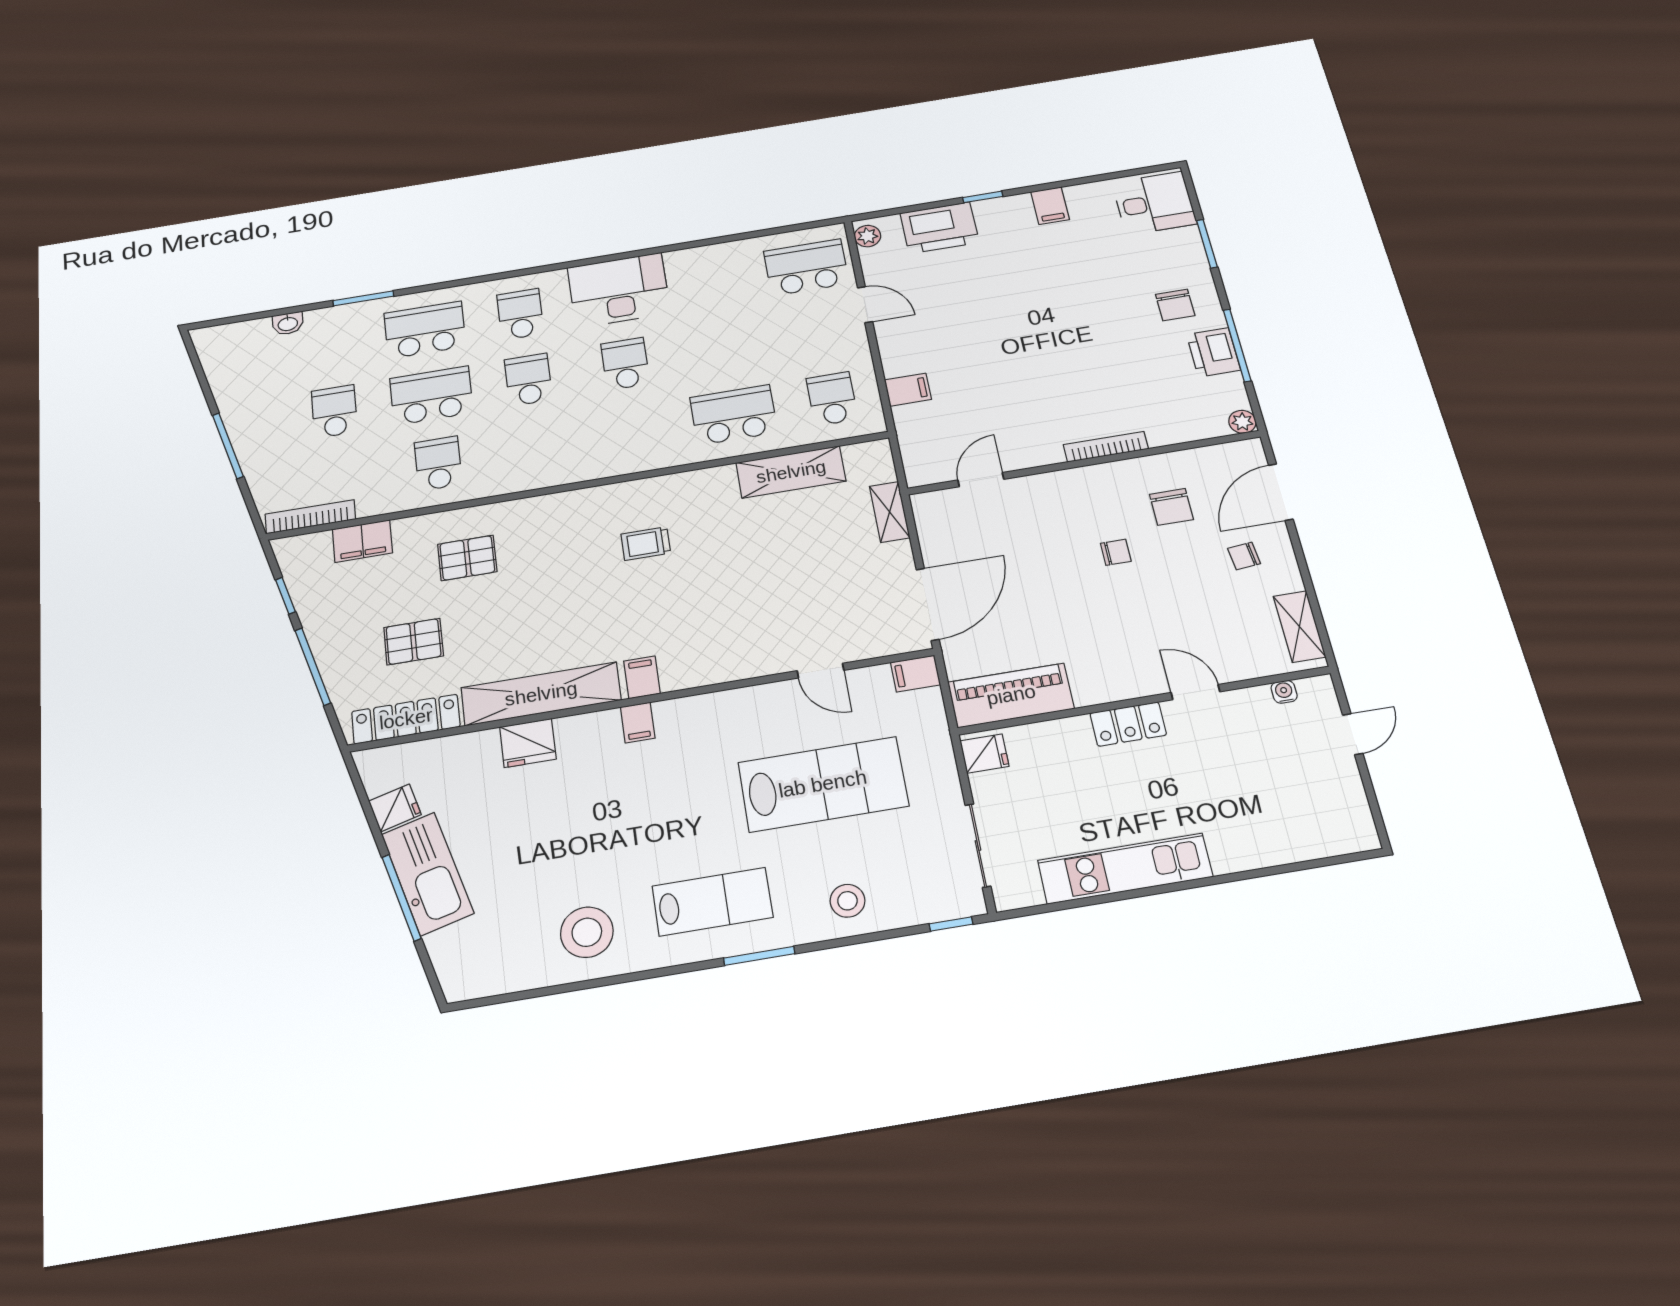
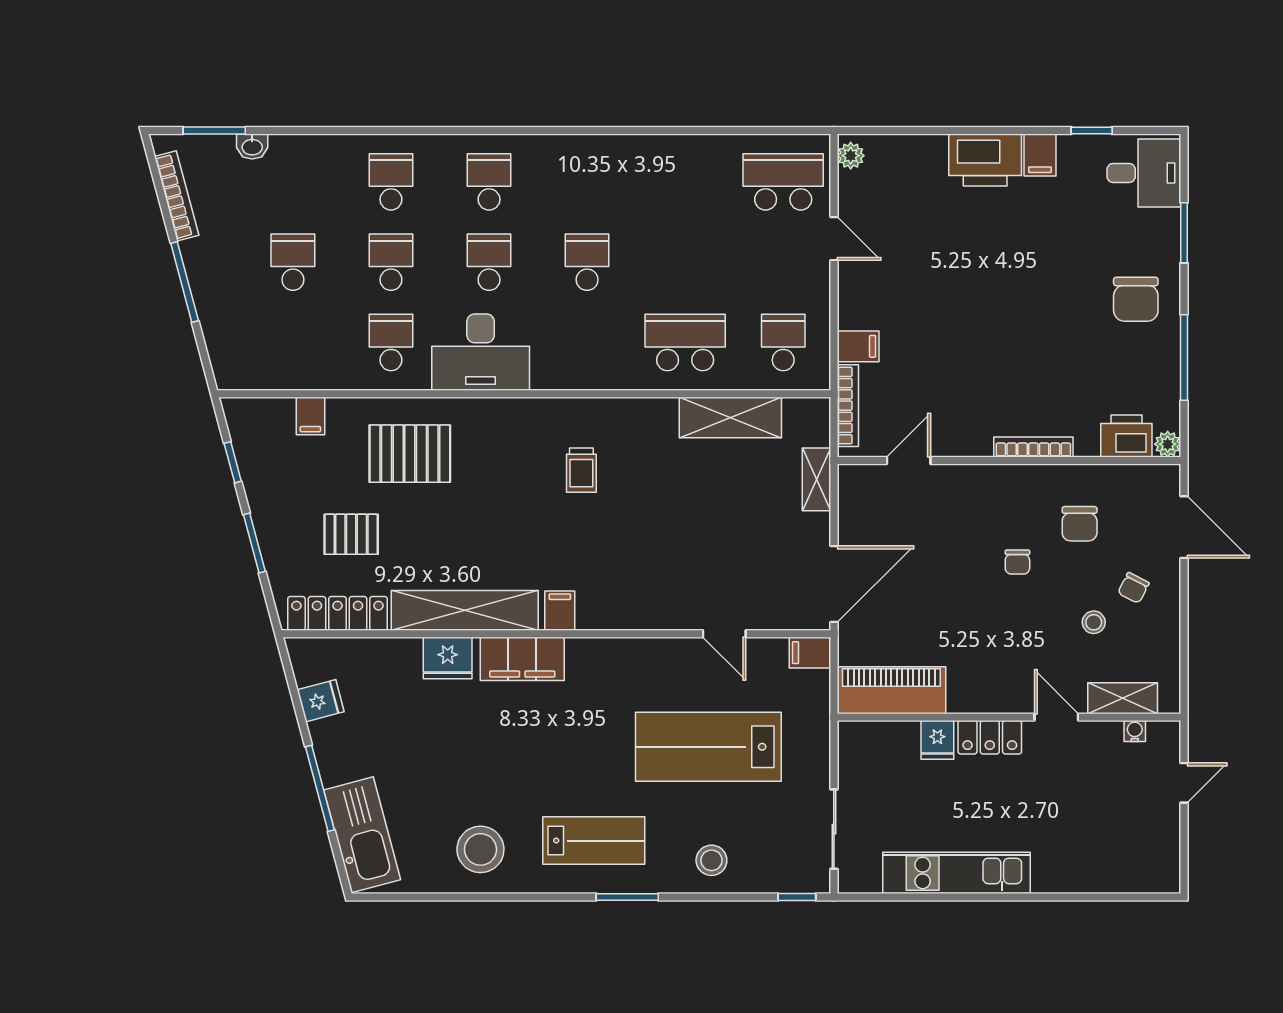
window: (983, 197) -> (1092, 131), moved
printer: (939, 228) -> (985, 160), moved
desk: (619, 290) -> (481, 352), moved, turned 180
window: (363, 298) -> (214, 131), moved
chair: (1175, 305) -> (1136, 299), width x1.37, depth x1.37
school desk: (425, 330) -> (391, 182), width x0.54
printer: (1213, 352) -> (1126, 436), moved, turned 90
school desk: (431, 396) -> (391, 262), width x0.54
bookcase: (908, 442) -> (848, 406), added
door: (1281, 492) -> (1184, 527), swing flipped
bookcase: (310, 517) -> (177, 196), moved, turned 75
filing cabinet: (362, 541) -> (310, 416), width x0.50
trolley: (646, 544) -> (581, 470), turned -90
chair: (1116, 552) -> (1017, 562), turned 90
chair: (1244, 556) -> (1133, 588), turned -57
pallet: (467, 558) -> (410, 454), width x1.50, depth x1.42
stool: (1211, 595) -> (1094, 622), added
shelving: (1299, 627) -> (1123, 698), moved, turned 90
window: (313, 667) -> (254, 543), width x0.69
filing cabinet: (638, 722) -> (522, 659), width x3.00, depth x1.17
fridge: (984, 754) -> (937, 740), moved, turned 90
lab bench: (823, 784) -> (708, 747), turned 180
kitchen sink: (427, 874) -> (362, 835), moved

